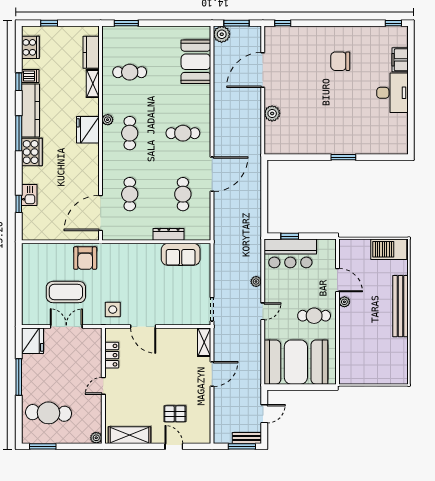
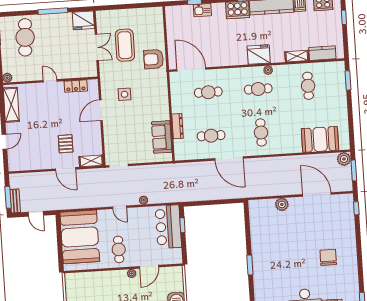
side table: (113, 310) -> (124, 94), moved
pallet: (175, 414) -> (66, 144), moved

